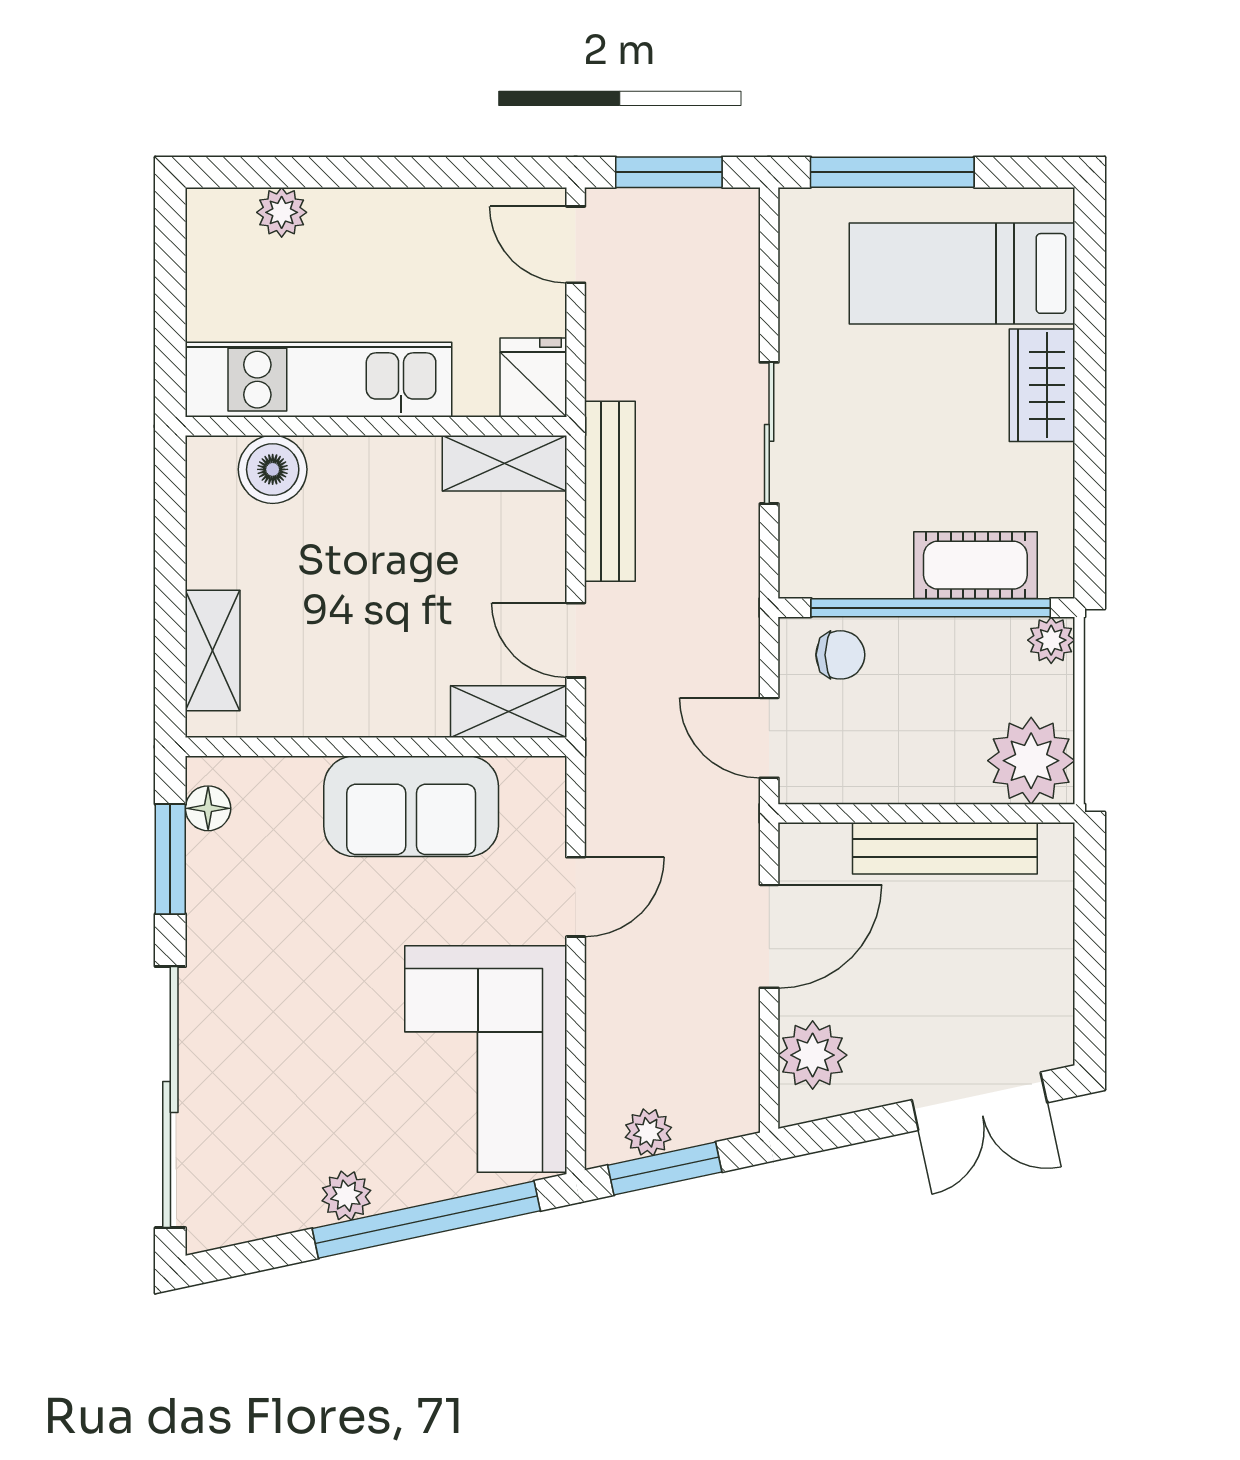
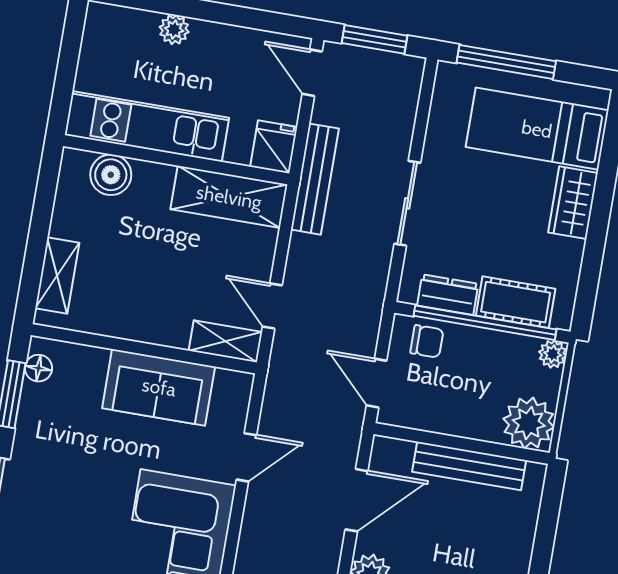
plant: (282, 212) -> (174, 30), moved
shelving: (505, 463) -> (229, 197), width x1.50, depth x1.33
bench: (610, 491) -> (315, 179), moved
dresser: (861, 572) -> (448, 295), added

